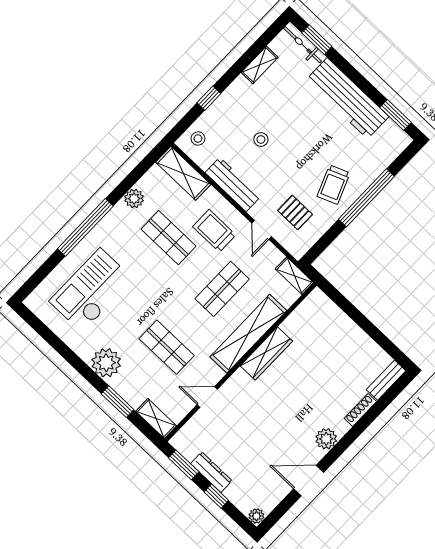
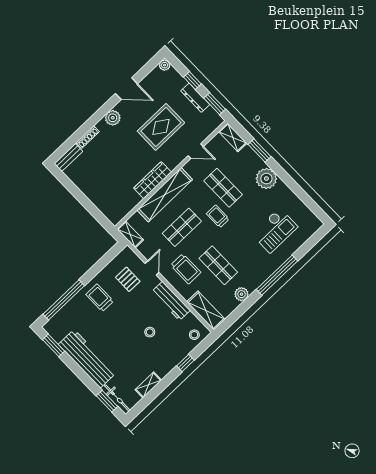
trolley: (334, 185) -> (100, 298), turned -68
window: (366, 198) -> (64, 300), moved
checkout: (91, 290) -> (275, 230), width x0.73, depth x0.83
trolley: (172, 307) -> (218, 216), added
rug: (258, 429) -> (161, 127), added

